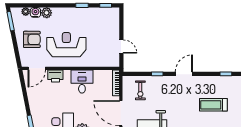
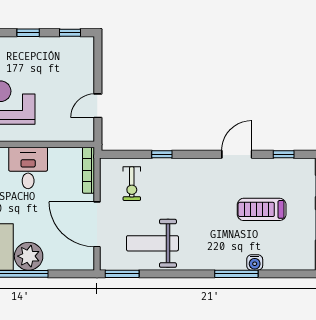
door: (121, 47) -> (98, 106), swing flipped
door: (184, 74) -> (237, 154), moved

